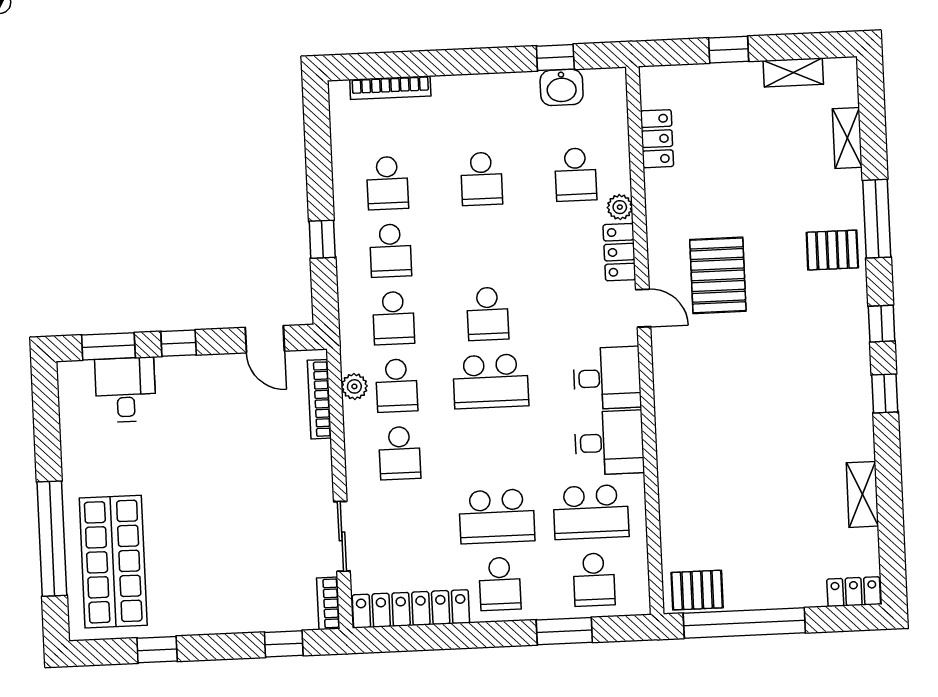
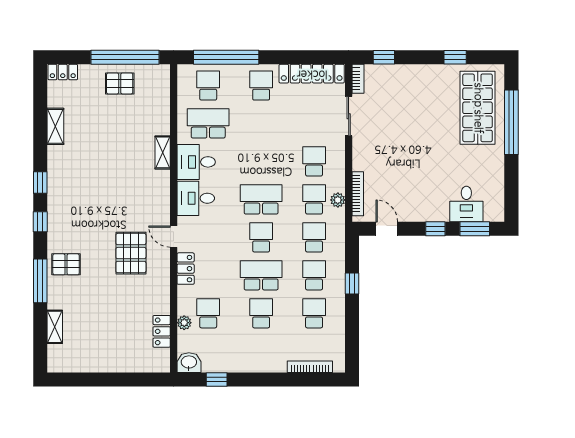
window: (729, 50) -> (119, 379), removed
shelving: (793, 72) -> (163, 152), moved, turned 90
washbasin: (562, 87) -> (189, 363), moved
plant: (620, 207) -> (184, 323), moved
school desk: (497, 516) -> (261, 275), moved
pallet: (697, 590) -> (120, 83), moved
window: (564, 631) -> (226, 57), width x2.11

